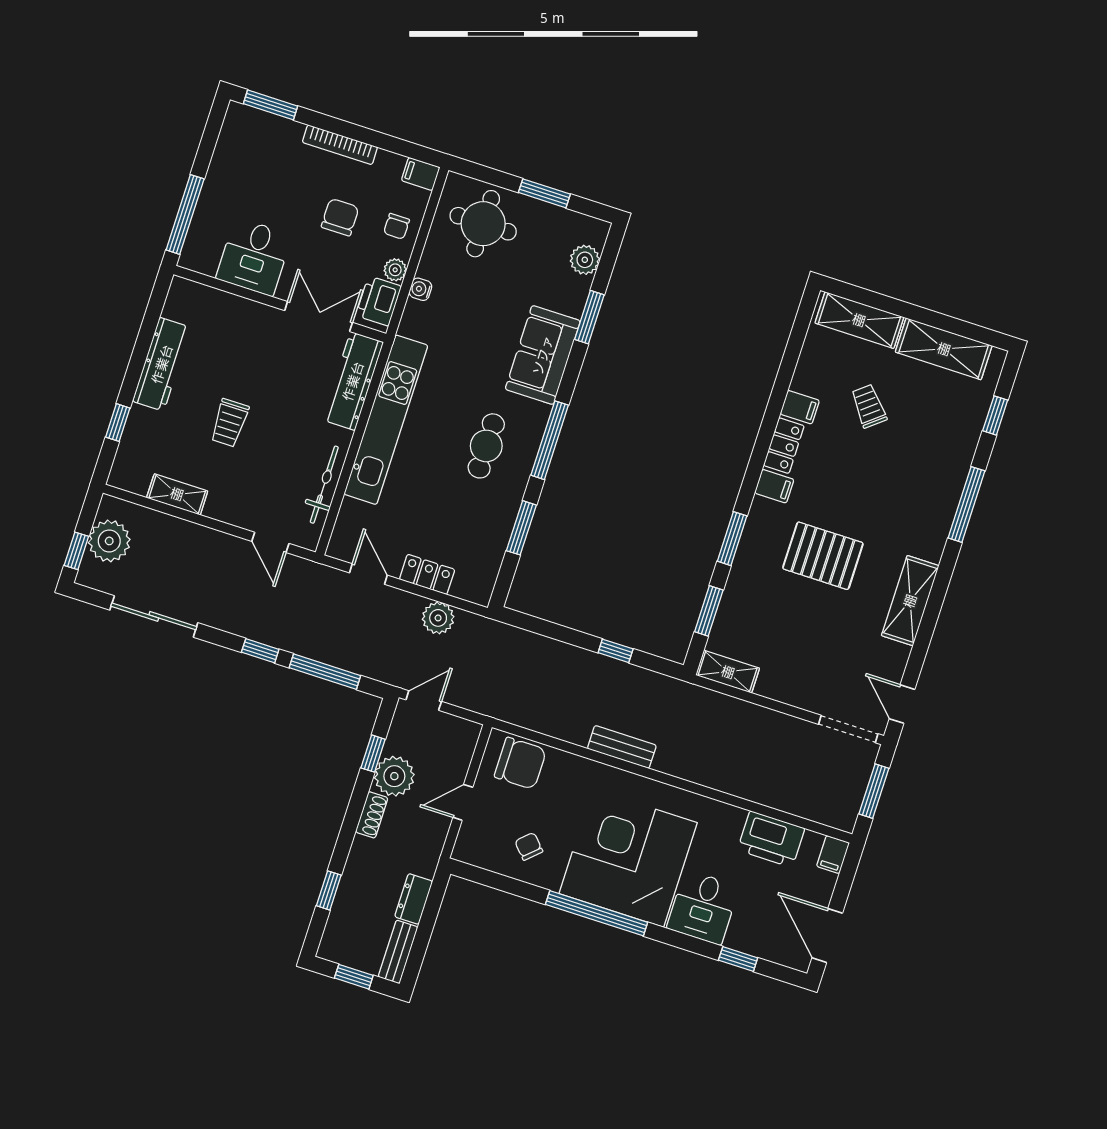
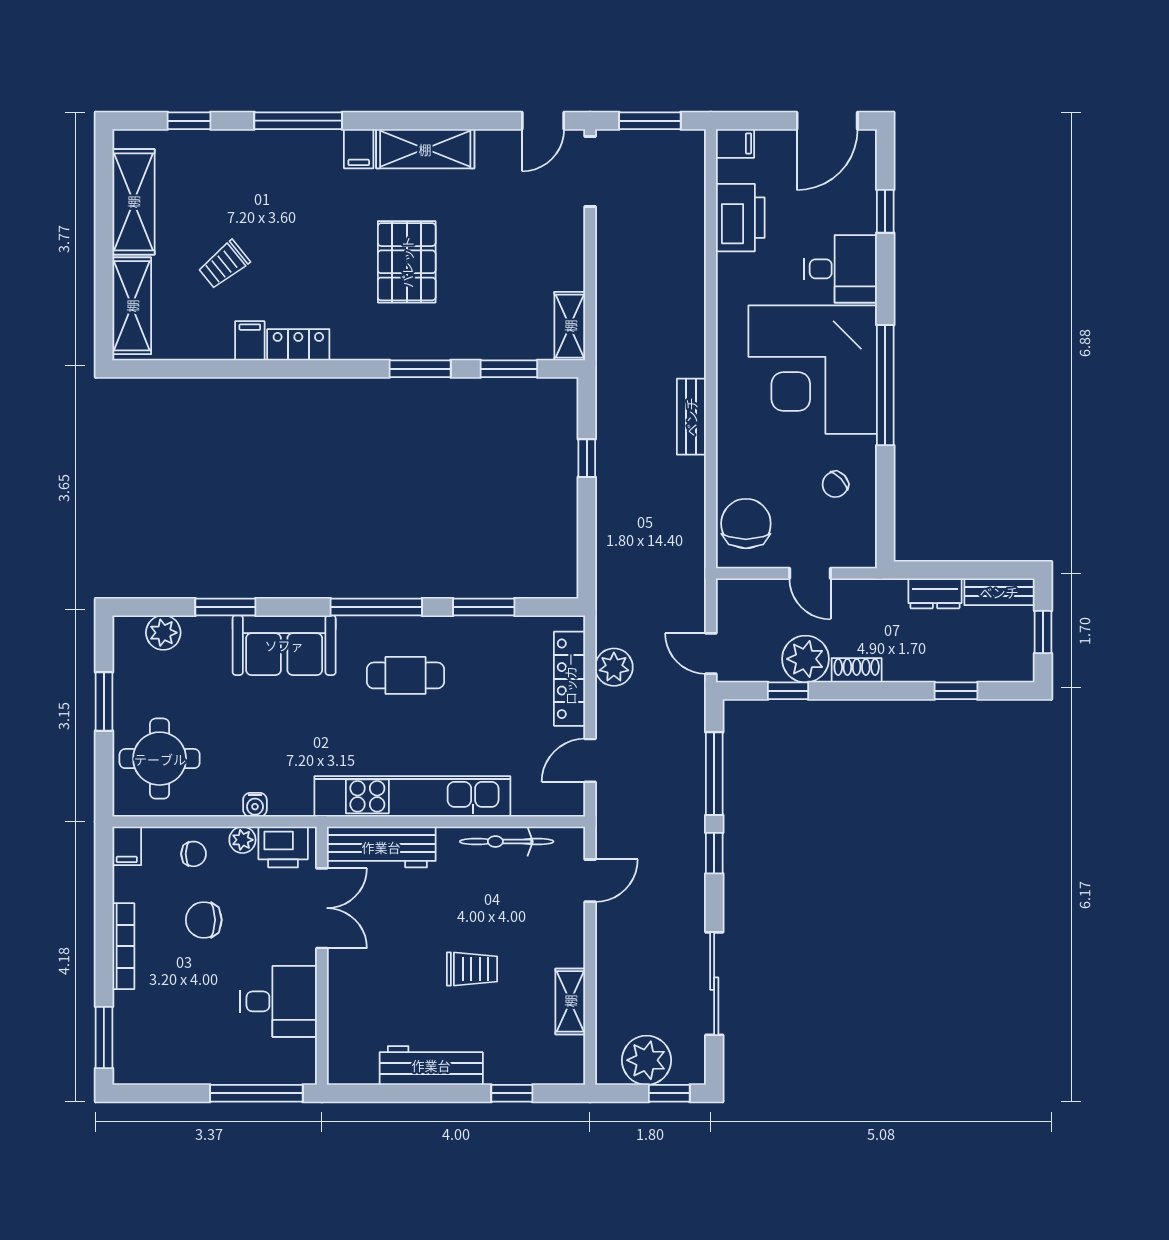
double door: (319, 317) -> (322, 908), swing flipped
filing cabinet: (774, 486) -> (359, 149), moved, turned 180
locker: (427, 574) -> (570, 679), width x1.53

